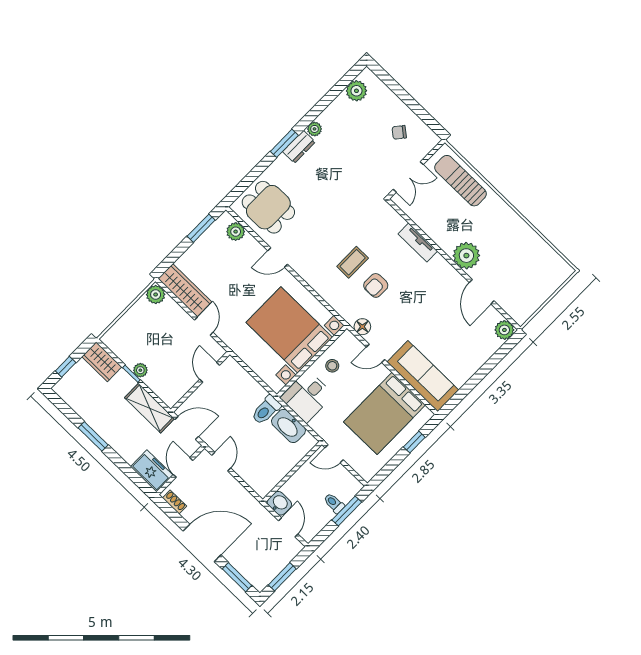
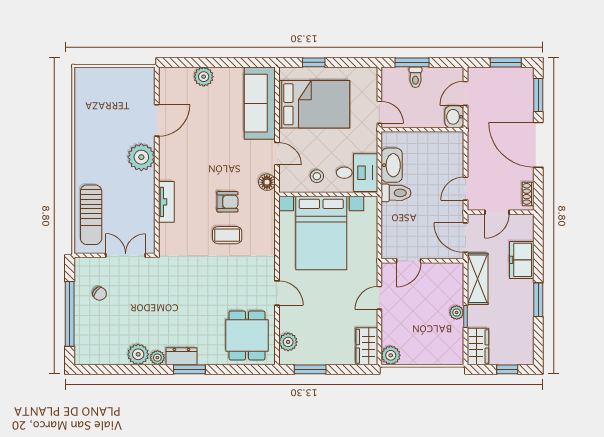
plant: (356, 91) -> (138, 354), moved
window: (406, 97) -> (70, 314), added
wardrobe: (185, 290) -> (367, 346), width x0.67
plant: (504, 330) -> (204, 77), moved
freezer: (152, 471) -> (522, 260), moved

